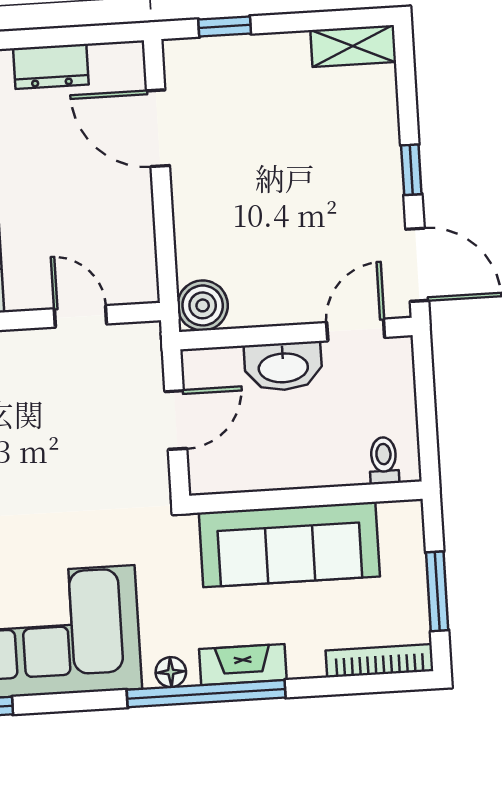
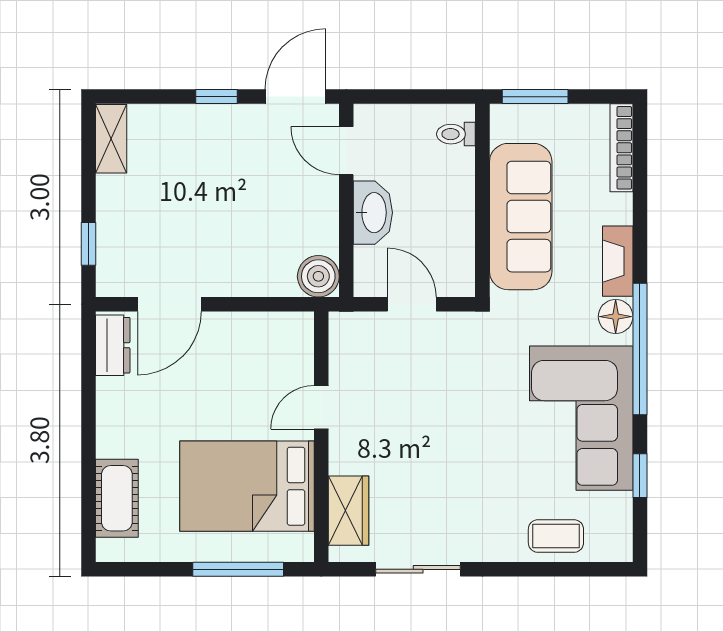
dresser: (51, 66) -> (113, 345), moved
door: (81, 316) -> (321, 407), moved
window: (437, 591) -> (535, 97), moved
floor lamp: (171, 672) -> (616, 317), width x1.37, depth x1.37
window: (206, 694) -> (640, 349), moved

